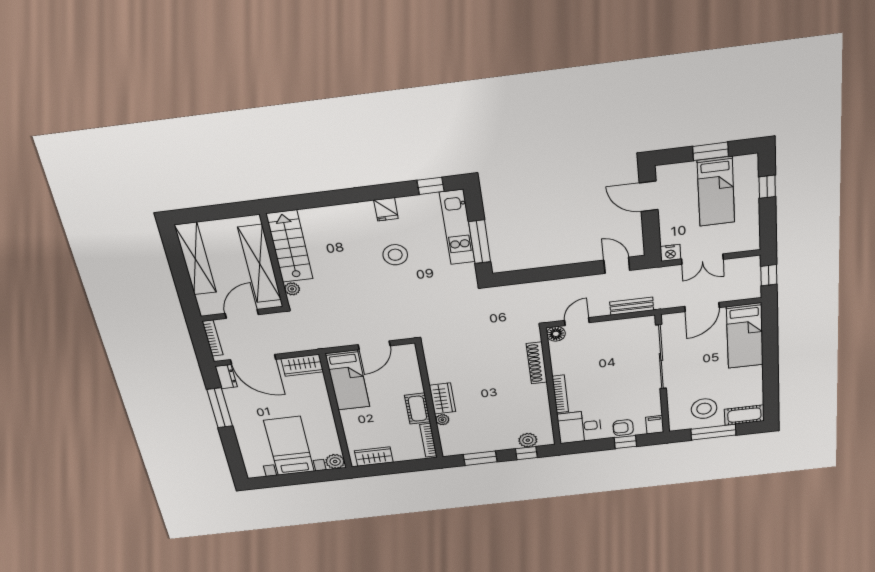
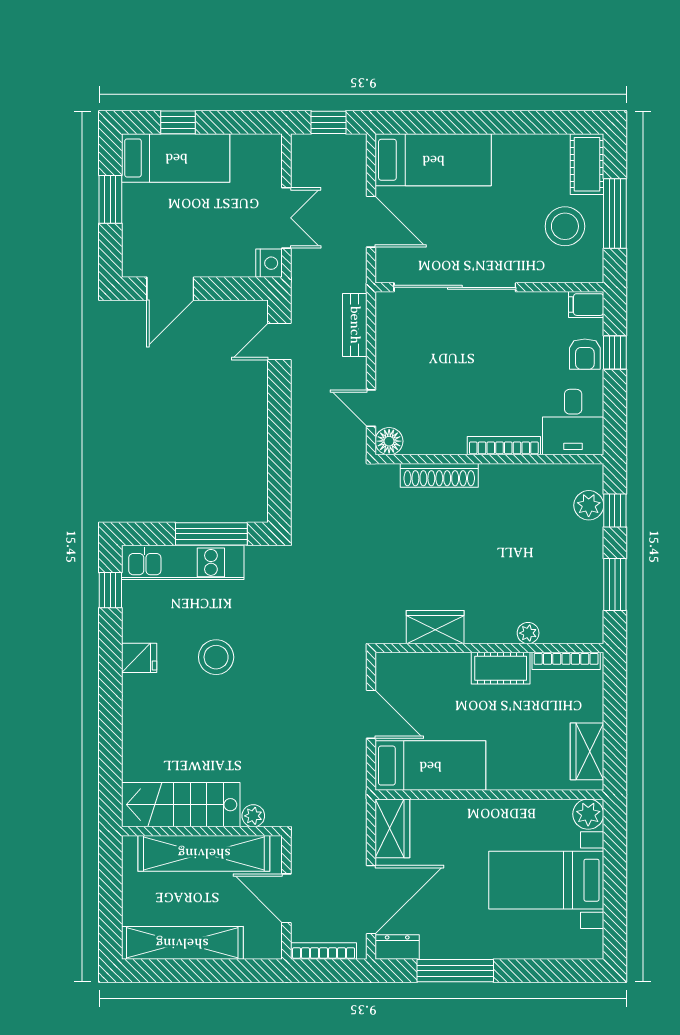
bed: (716, 191) -> (176, 158), moved
wardrobe: (442, 398) -> (435, 627), moved

